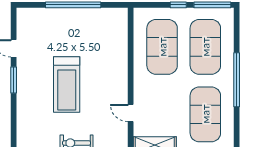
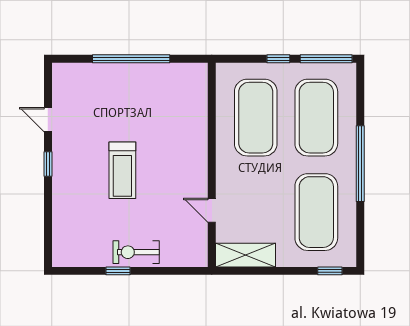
window: (14, 80) -> (48, 164), width x0.67
treadmill: (67, 84) -> (122, 170), width x0.73, depth x0.73

